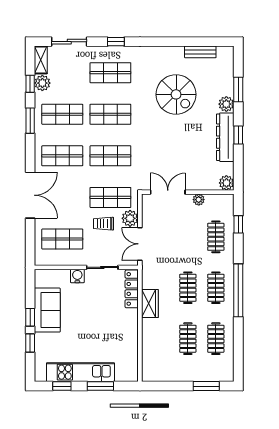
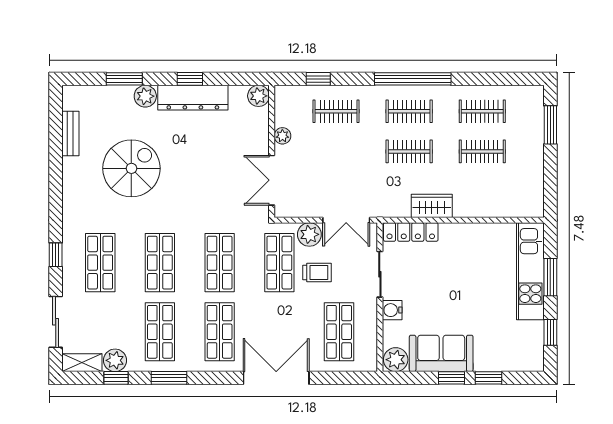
trolley: (104, 224) -> (317, 273), turned -90
plant: (43, 278) -> (396, 360), added
kitchen unit: (80, 372) -> (530, 271), moved

